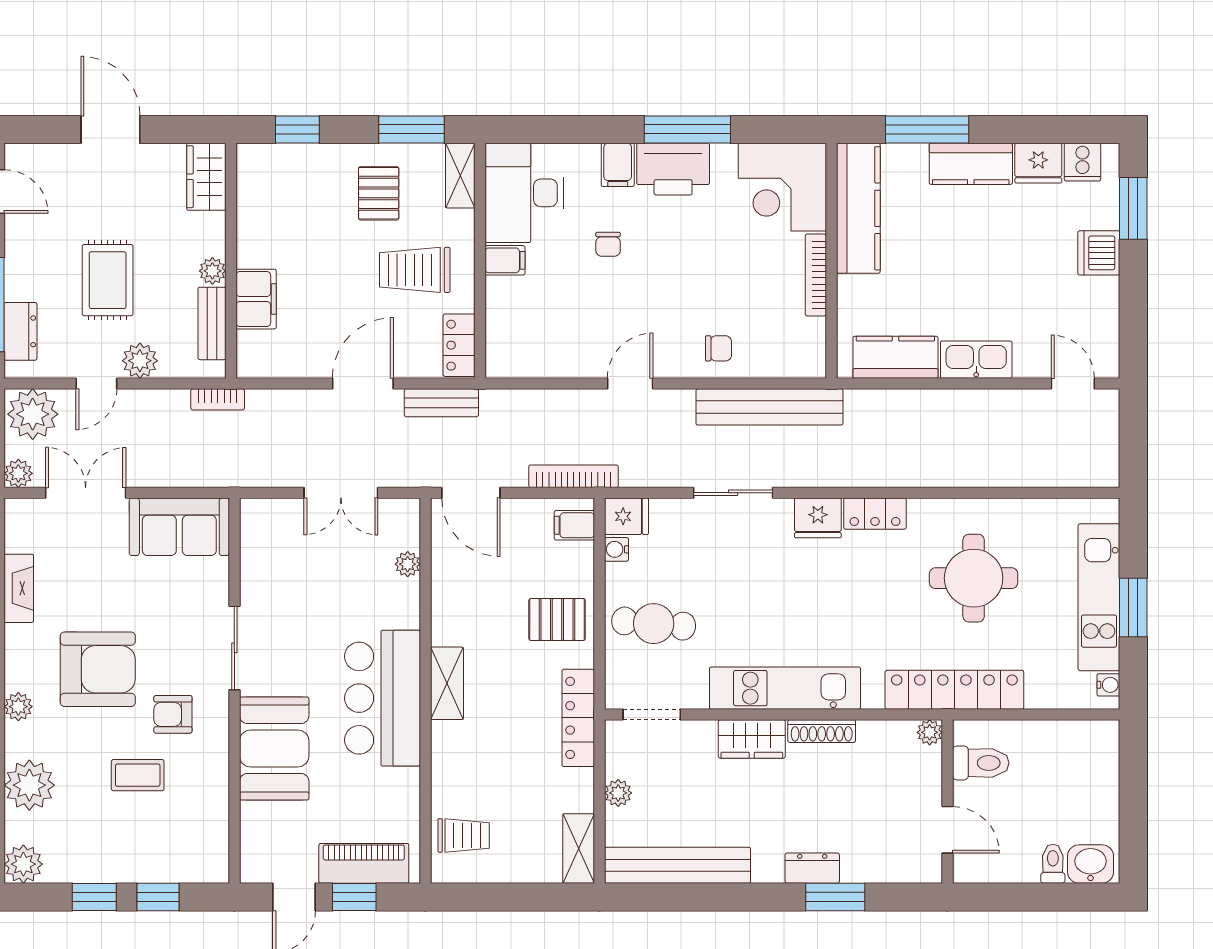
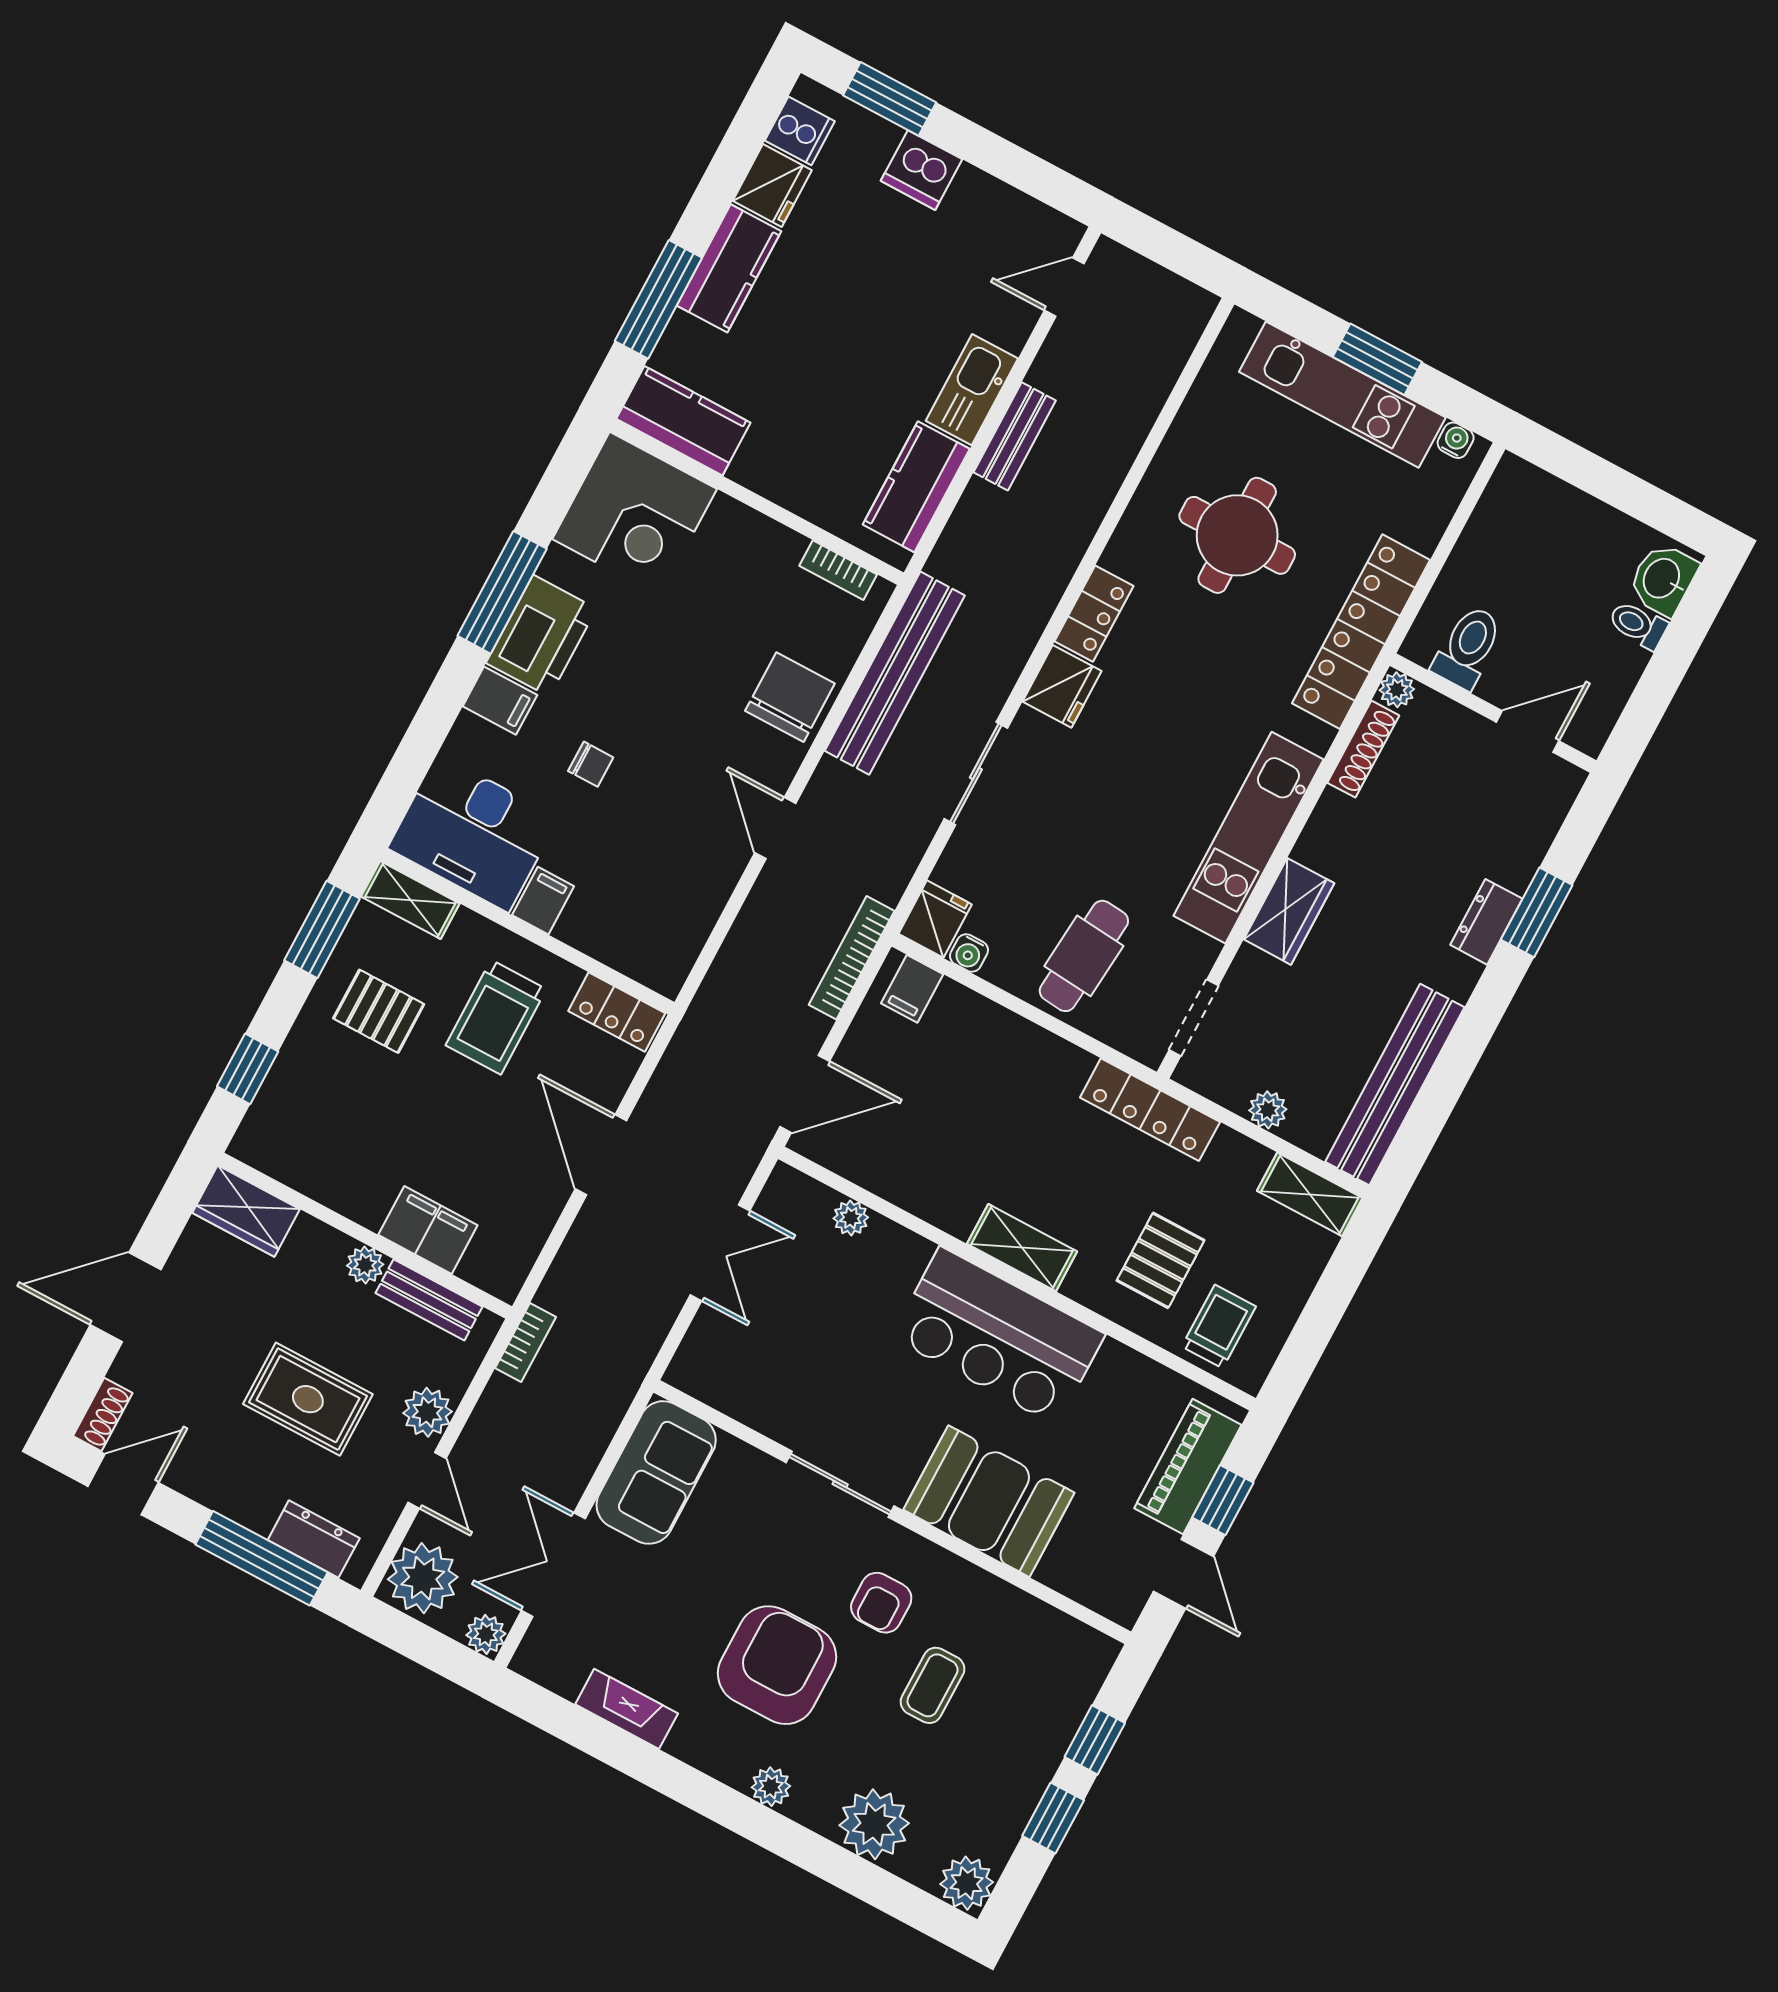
shoe rack: (28, 155) -> (103, 1415), added
kitchen counter: (858, 208) -> (683, 421), width x0.67
bookcase: (816, 275) -> (838, 570), moved, width x0.64
chair: (719, 348) -> (790, 697), width x1.87, depth x1.87
bench: (441, 403) -> (1015, 436), moved
pallet: (557, 619) -> (1161, 1260), moved
shoe rack: (822, 731) -> (1363, 749), moved

